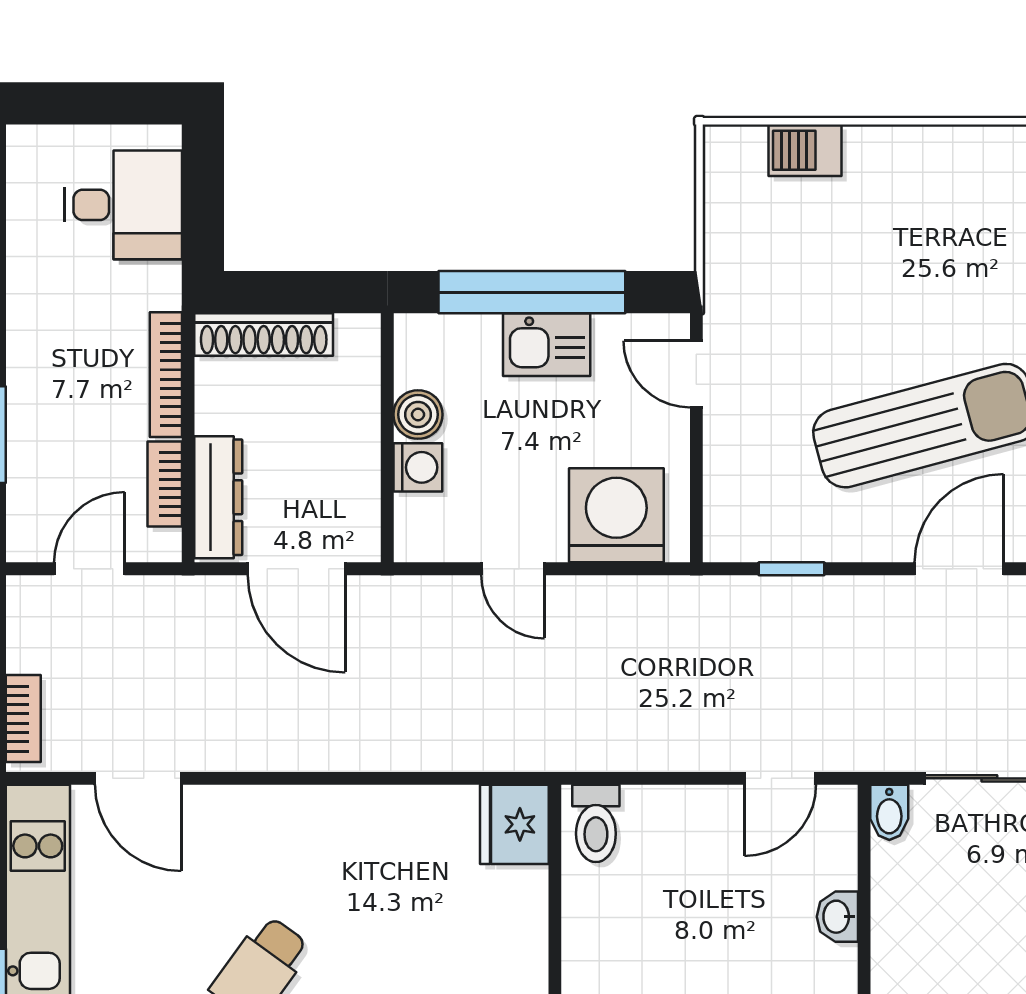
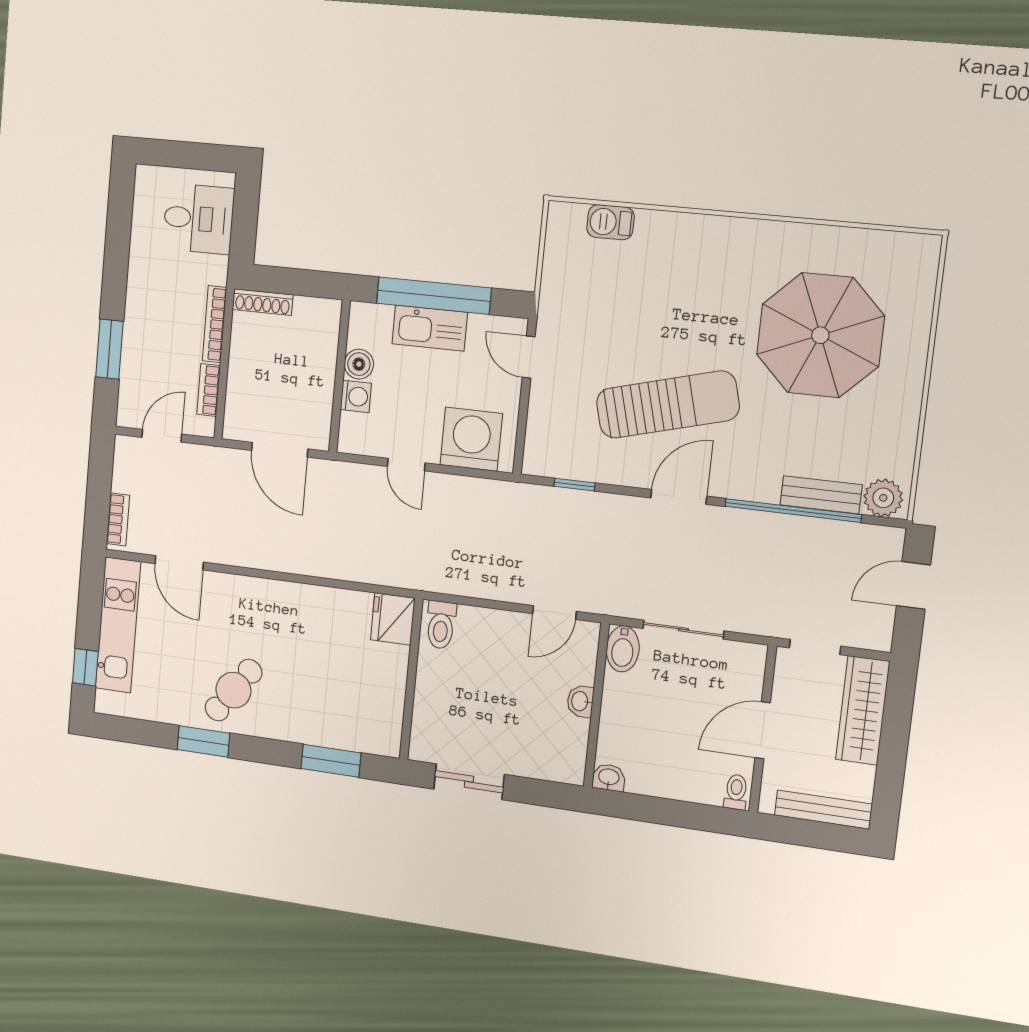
shoe rack: (264, 334) -> (263, 302), width x0.74, depth x0.81
kitchen sink: (547, 345) -> (430, 328), width x1.38
dresser: (218, 497) -> (238, 401), removed
bidet: (889, 812) -> (623, 649), width x1.38, depth x1.36

